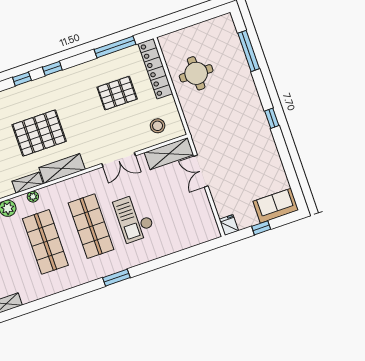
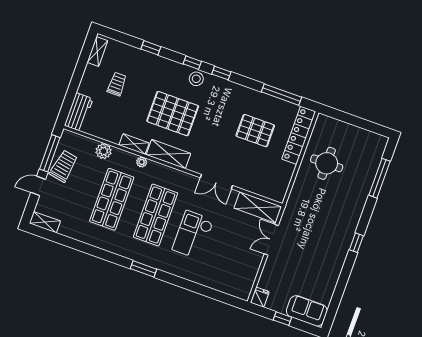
stool: (158, 126) -> (196, 79), moved
plant: (33, 197) -> (142, 162), moved

